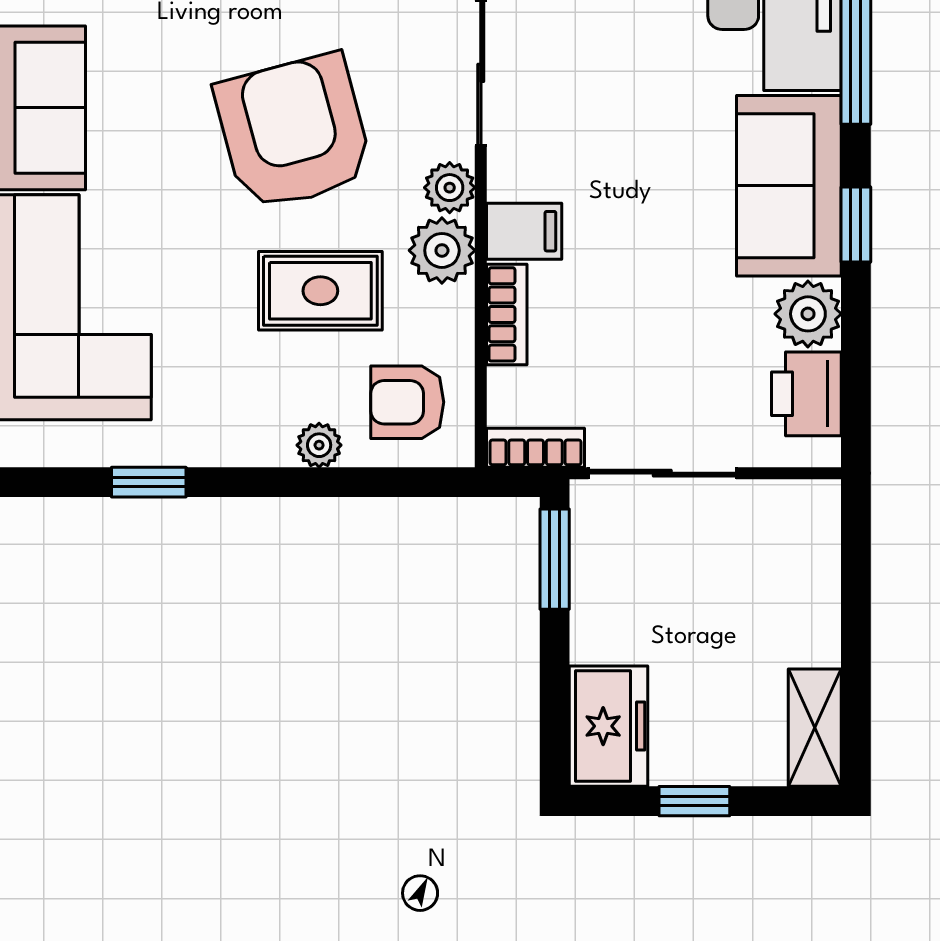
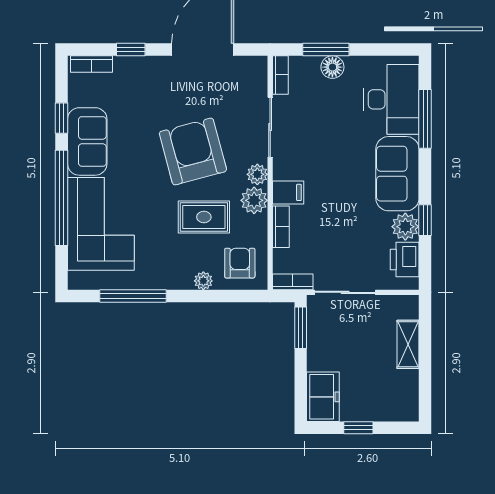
window: (856, 224) -> (425, 220), moved
armchair: (407, 402) -> (240, 263), turned 90
window: (149, 482) -> (133, 296), width x2.17
shelving: (815, 728) -> (408, 344), moved

